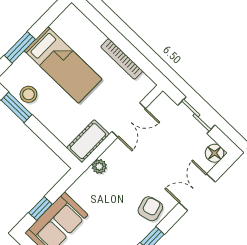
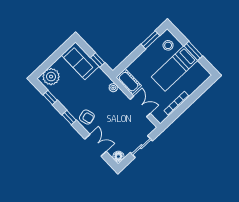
window: (20, 47) -> (193, 51), moved
stool: (28, 94) -> (168, 45), moved
double door: (129, 120) -> (140, 106), swing flipped
window: (40, 208) -> (98, 60), moved

